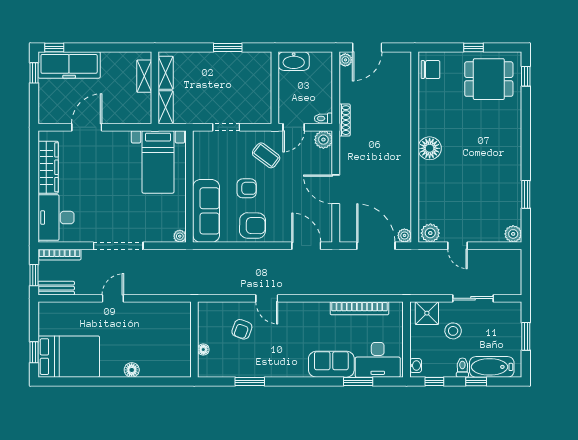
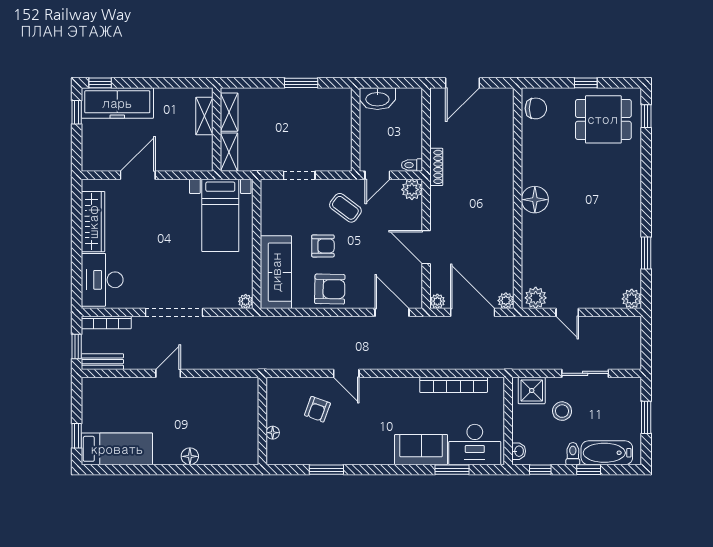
plant: (345, 60) -> (437, 301), moved
bed: (69, 357) -> (117, 449), width x0.67

